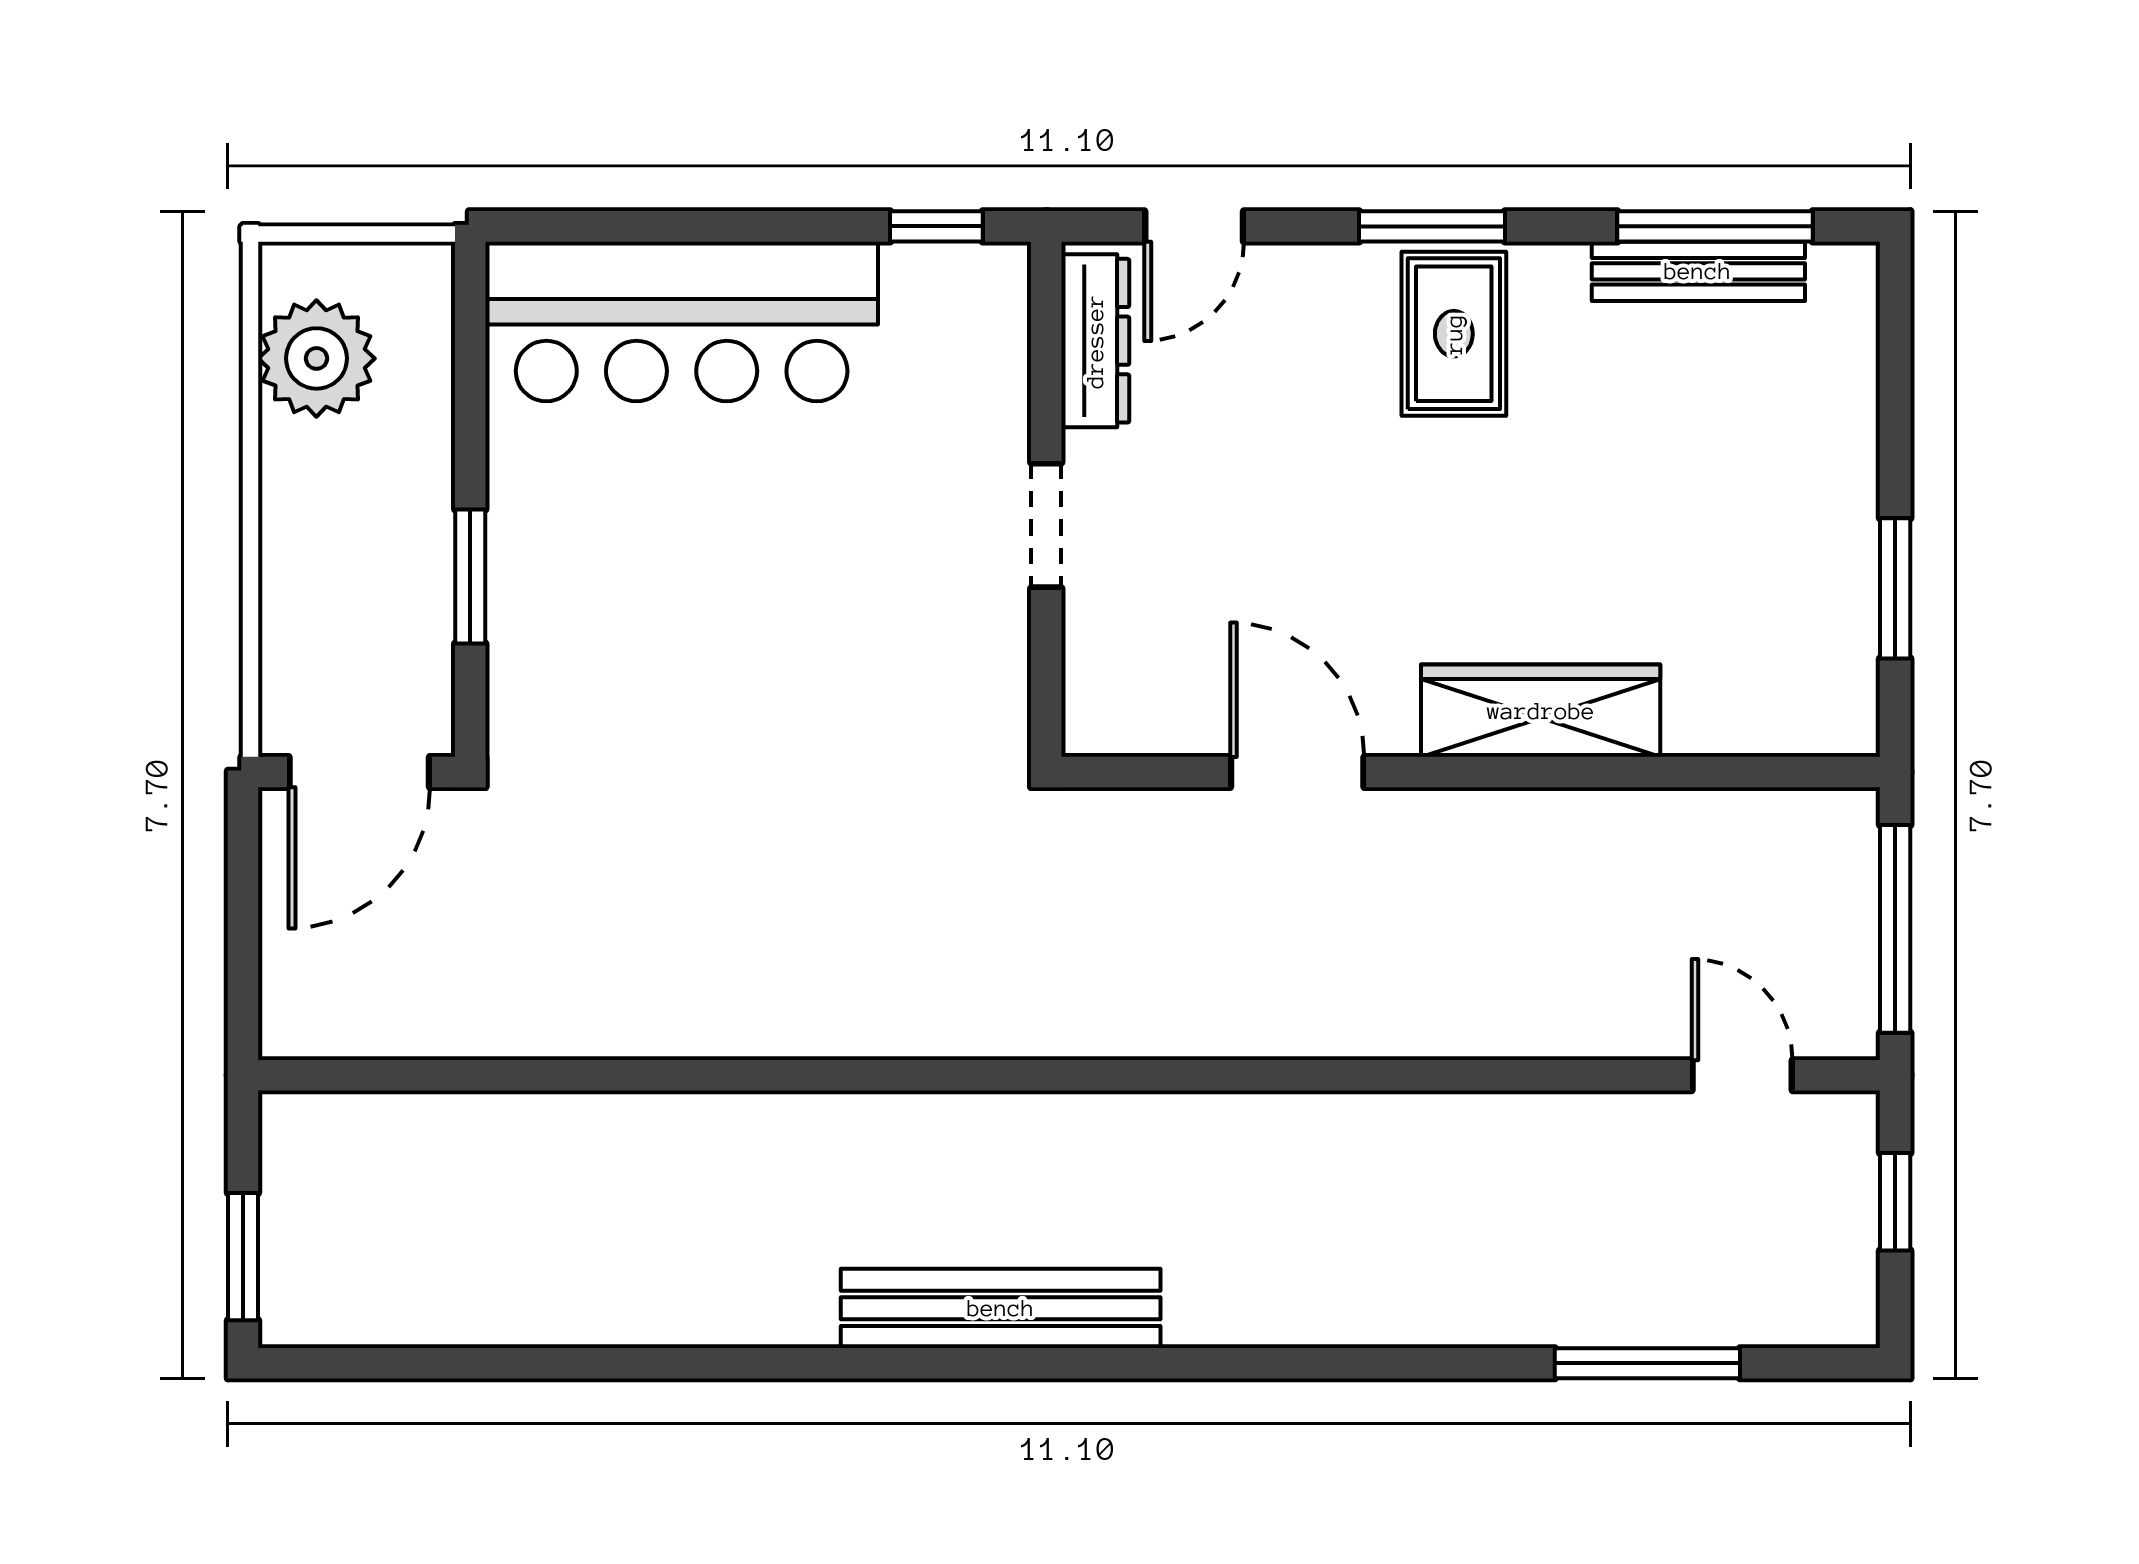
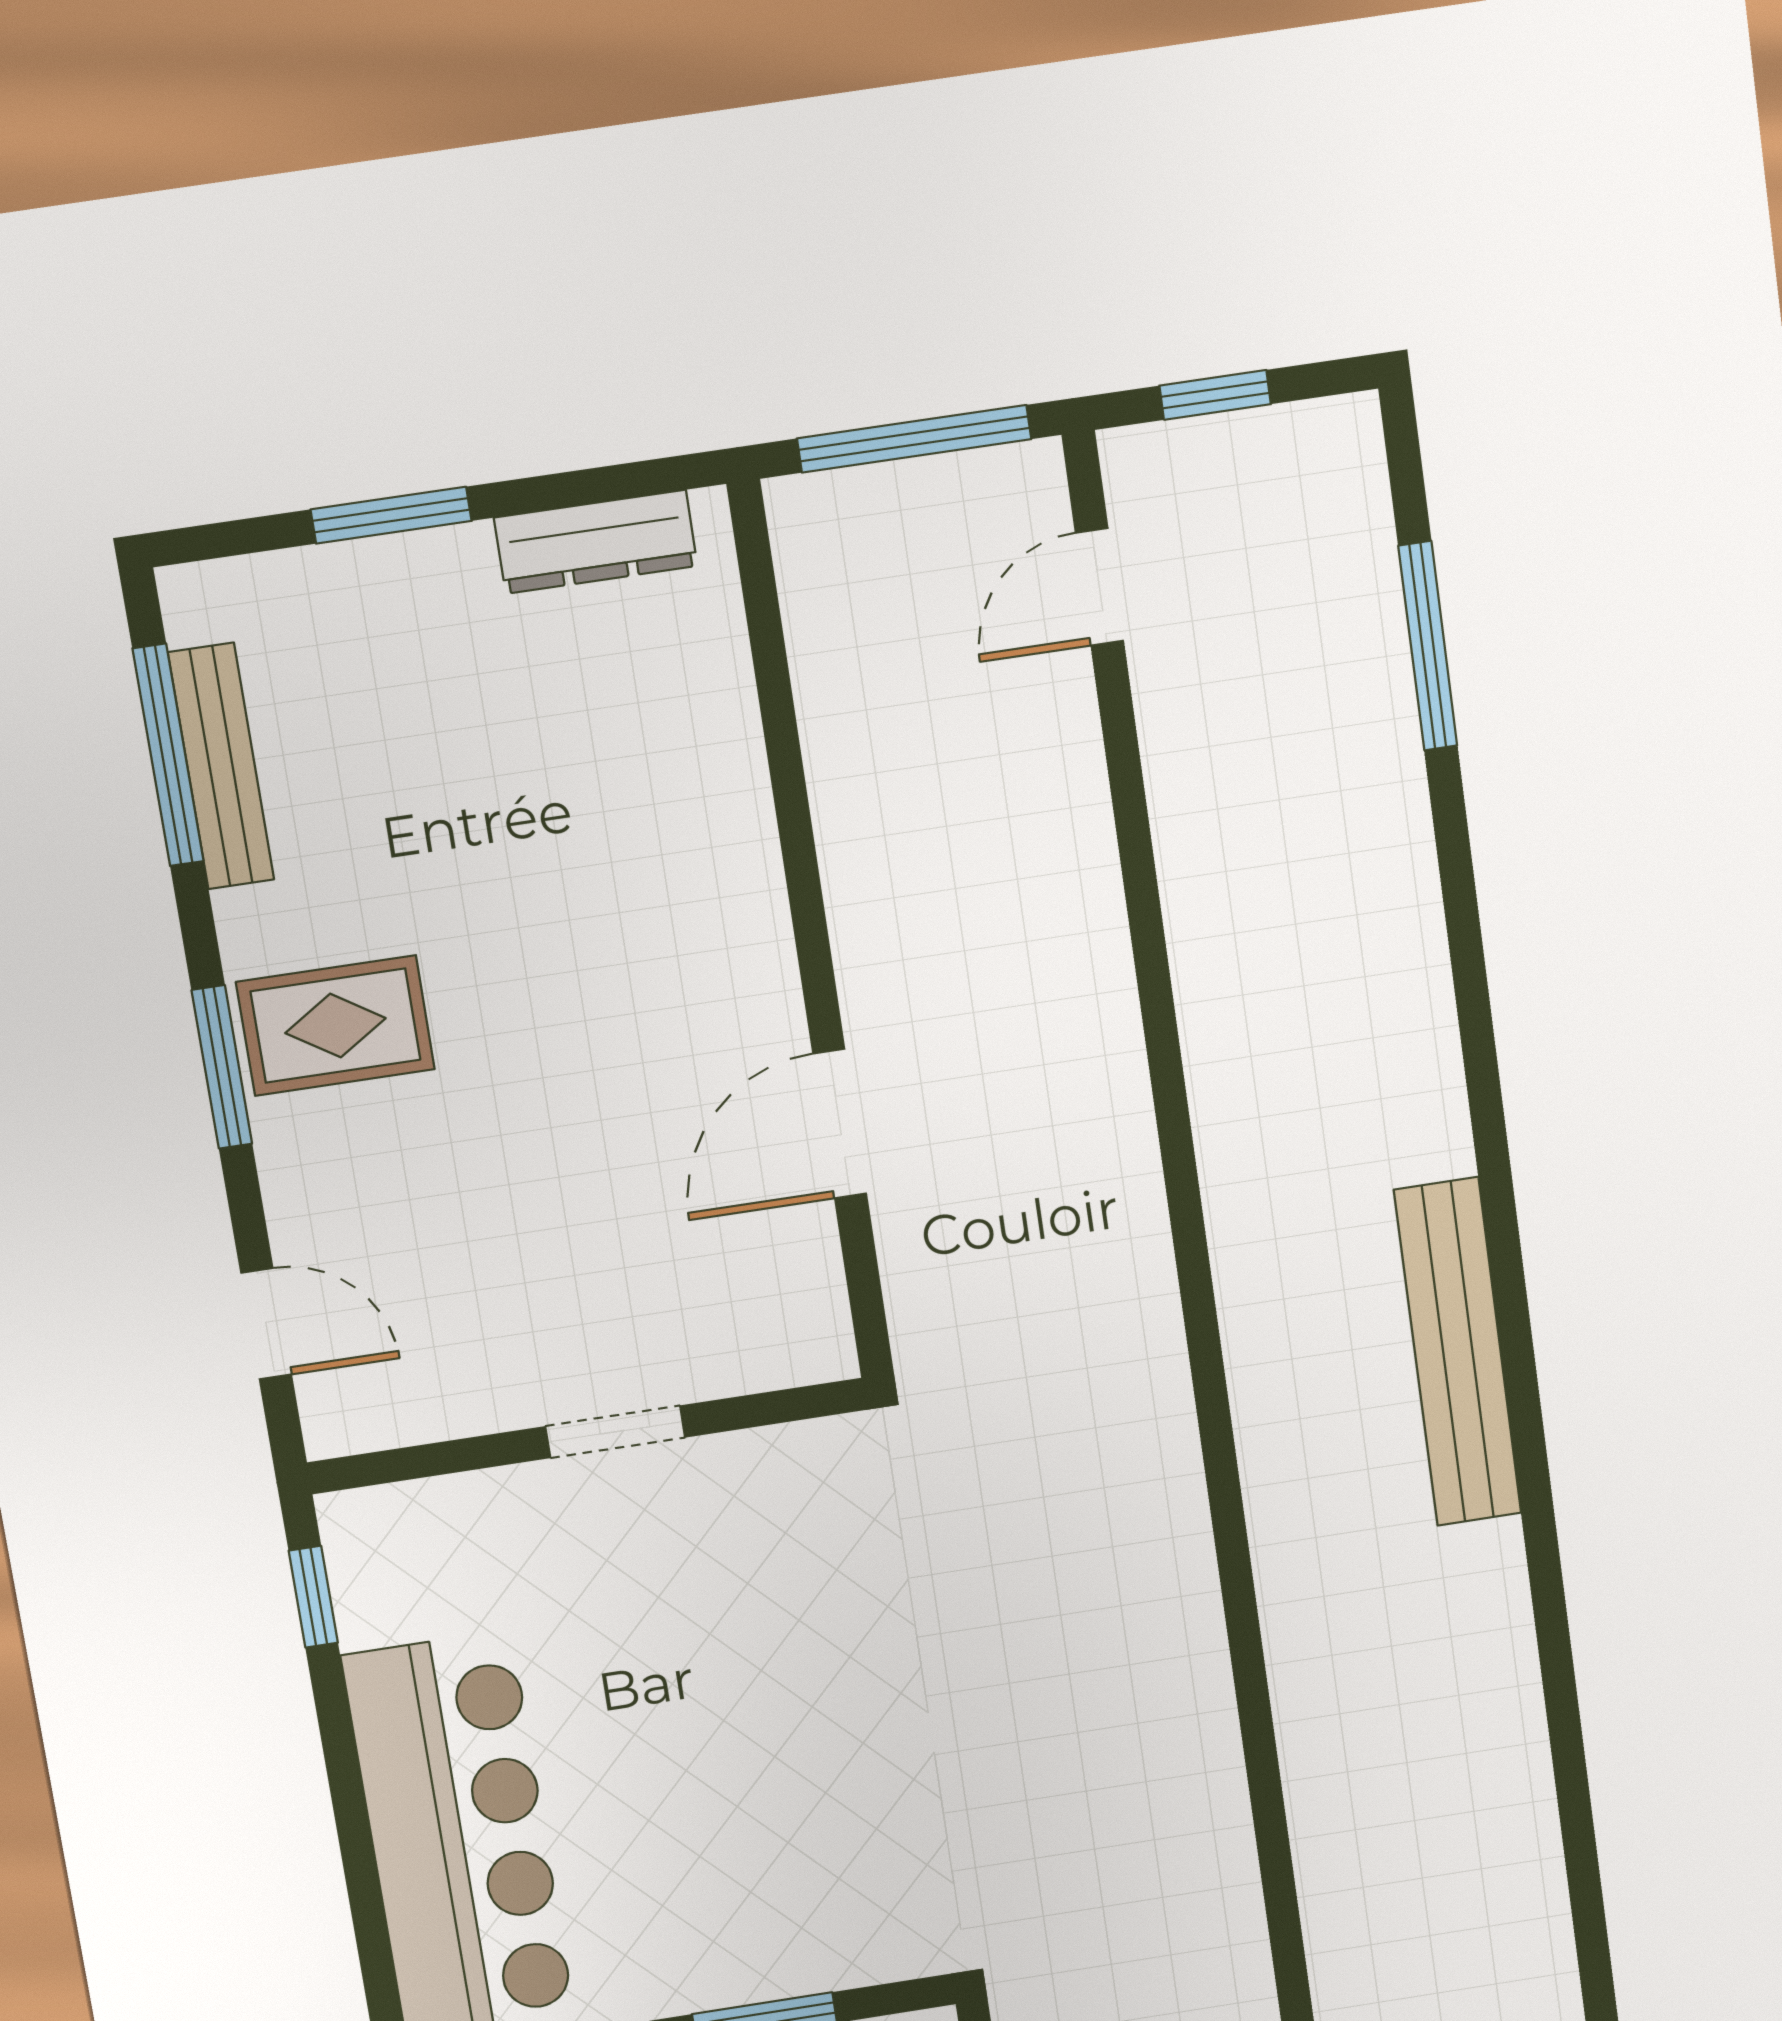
dresser: (1095, 341) -> (596, 542), moved, turned 180
window: (1895, 588) -> (391, 515), moved
wardrobe: (1541, 711) -> (733, 869), removed

